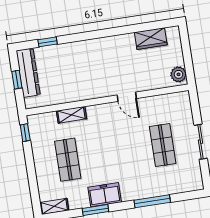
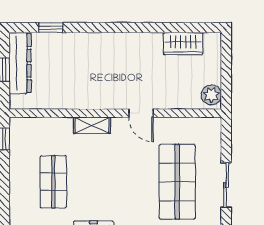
shelving: (71, 115) -> (92, 125), moved
shop shelf: (163, 145) -> (177, 182), width x1.43, depth x1.36

